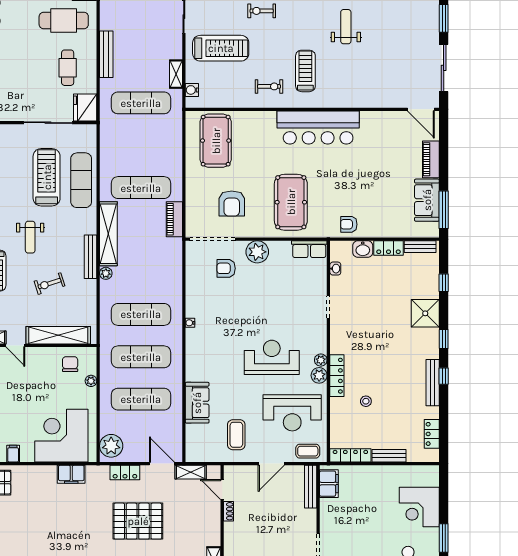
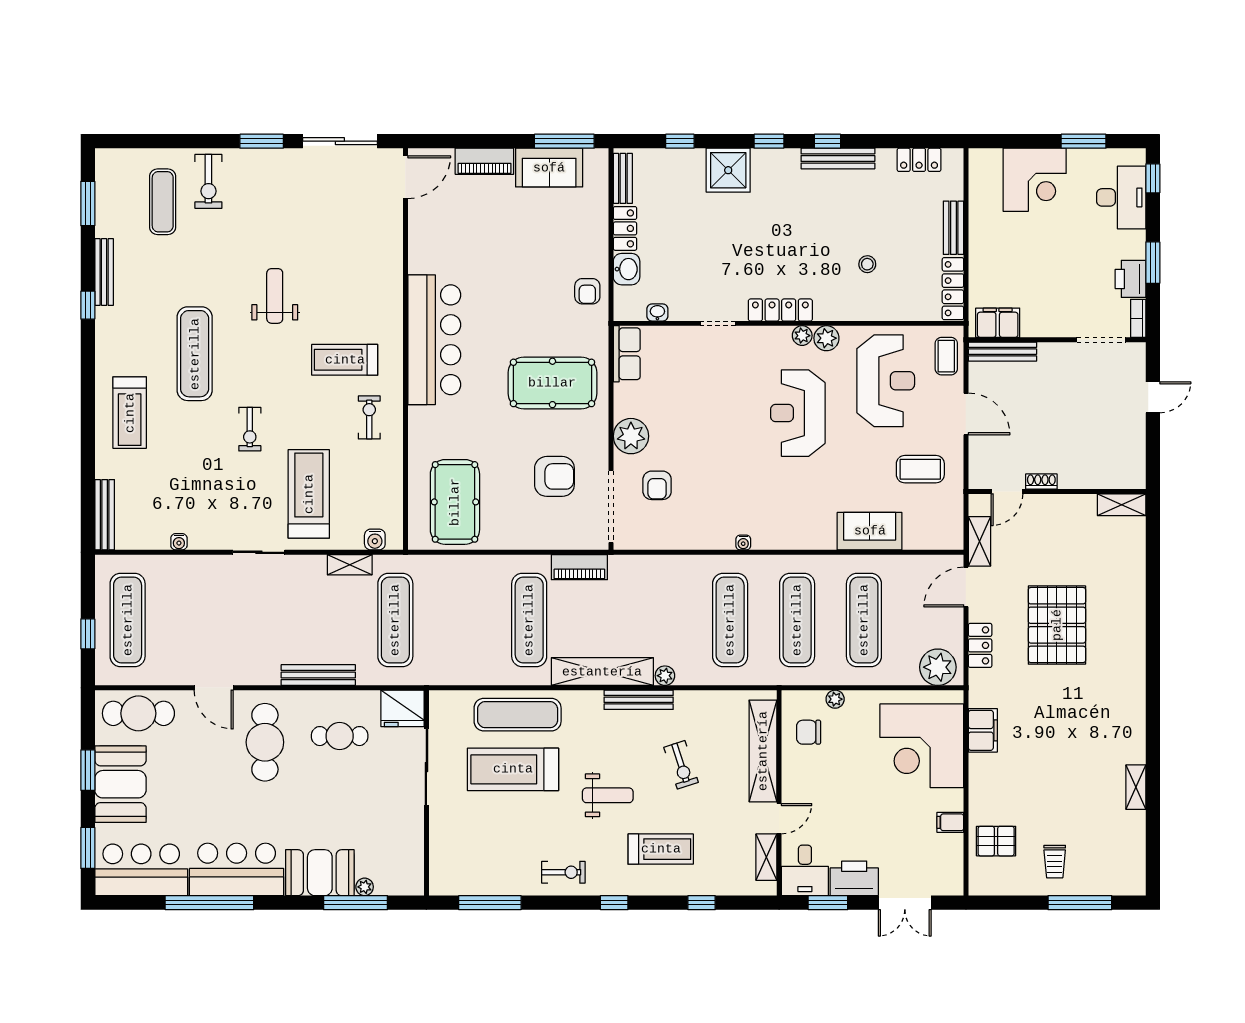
weight bench: (346, 27) -> (275, 296), turned 90
pool table: (216, 141) -> (455, 502), turned 90
locker: (337, 376) -> (780, 310), moved

